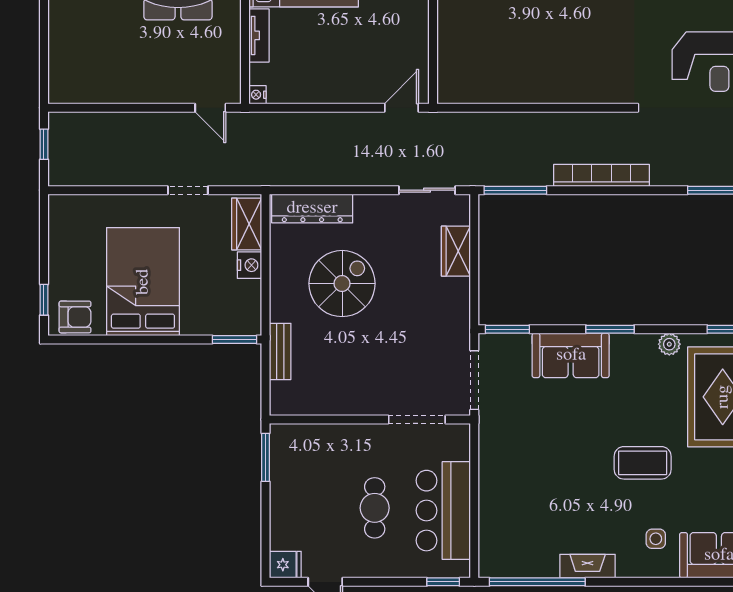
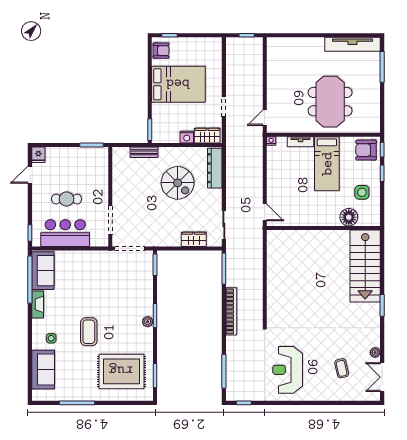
armchair: (75, 317) -> (161, 51), turned -90
plant: (669, 344) -> (148, 322), moved
sofa: (571, 355) -> (43, 271), moved, turned 180

